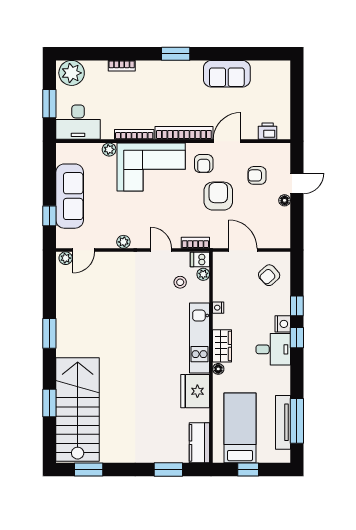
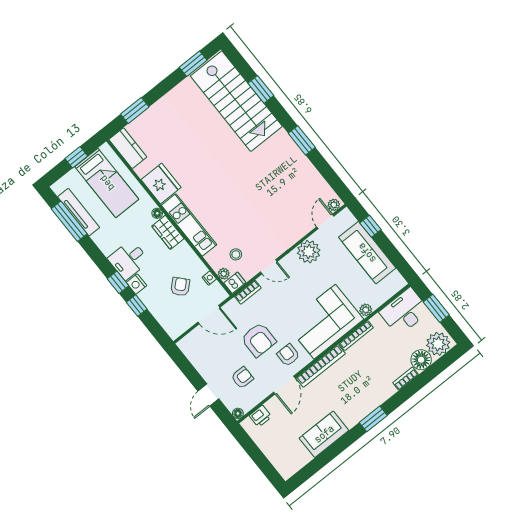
floor lamp: (96, 71) -> (421, 360), added
floor lamp: (285, 200) -> (238, 413), moved
plant: (123, 242) -> (309, 252), width x1.88, depth x1.88
armchair: (269, 275) -> (180, 287), moved
nightstand: (218, 308) -> (209, 278), moved

